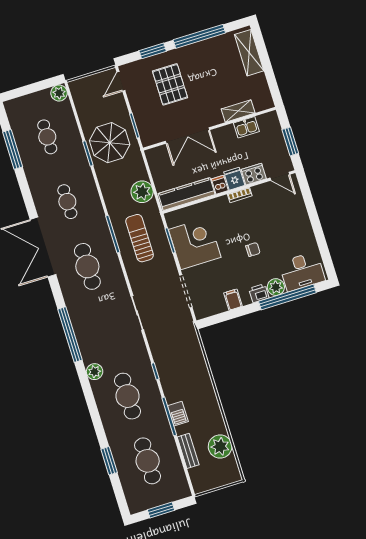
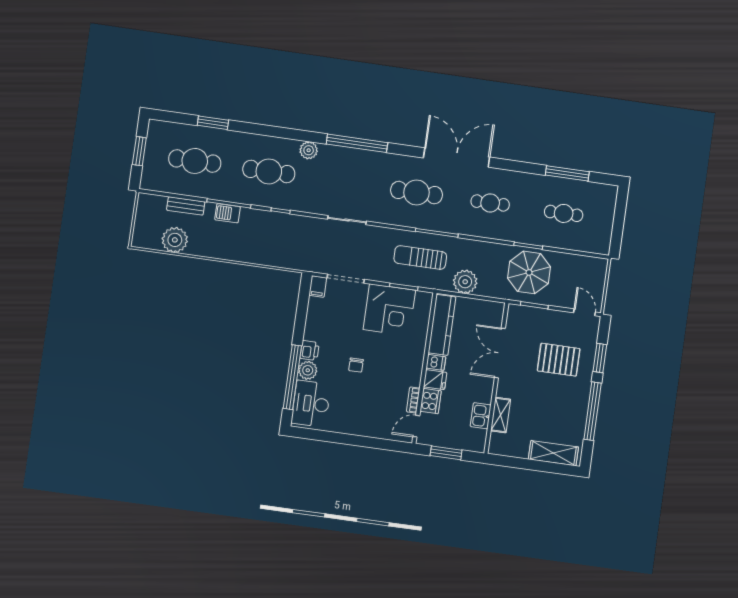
plant: (59, 93) -> (602, 246), removed
bookcase: (240, 195) -> (413, 400), moved
sun lounger: (140, 238) -> (420, 258), turned 180
filing cabinet: (233, 300) -> (318, 287), moved, turned 90

